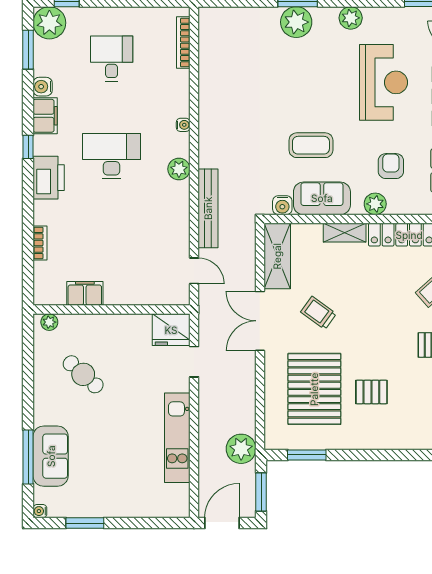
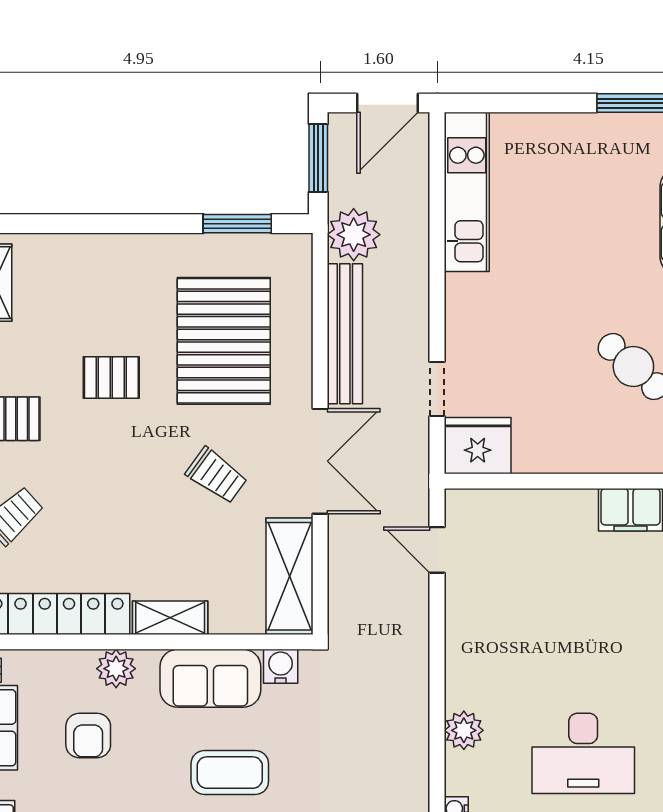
bench: (208, 208) -> (345, 334), moved
pallet: (371, 392) -> (111, 378), moved
kitchen unit: (177, 438) -> (467, 192), moved

